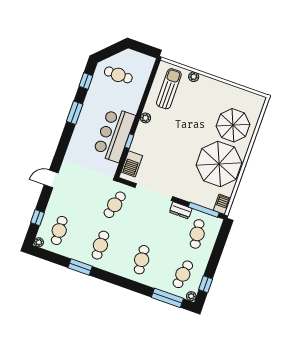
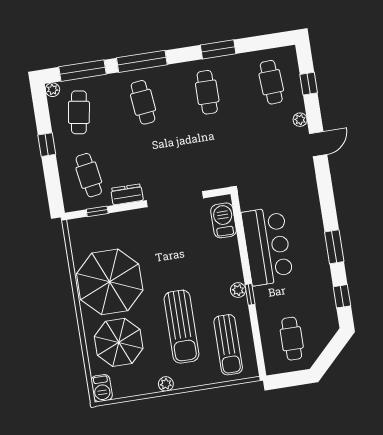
cafe table: (118, 75) -> (292, 339), moved, turned 90
plant: (194, 77) -> (166, 384), moved
sun lounger: (191, 114) -> (181, 327), added
window: (129, 141) -> (250, 294), moved
barbecue: (222, 204) -> (102, 388), moved
cafe table: (115, 205) -> (217, 155), removed
window: (204, 210) -> (97, 211), width x0.46
plant: (39, 242) -> (300, 120), moved
window: (129, 284) -> (142, 61), added
window: (206, 284) -> (47, 145), moved

